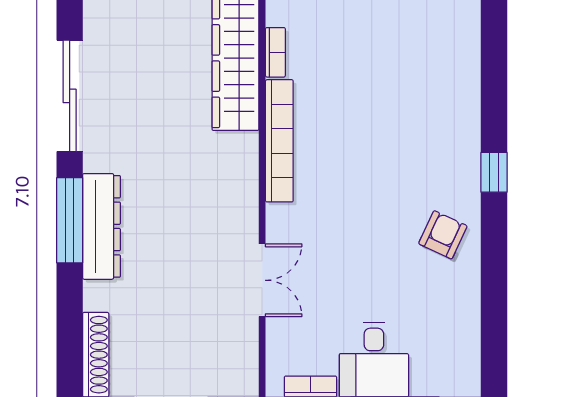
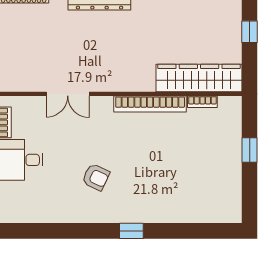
armchair: (443, 235) -> (96, 177), moved

